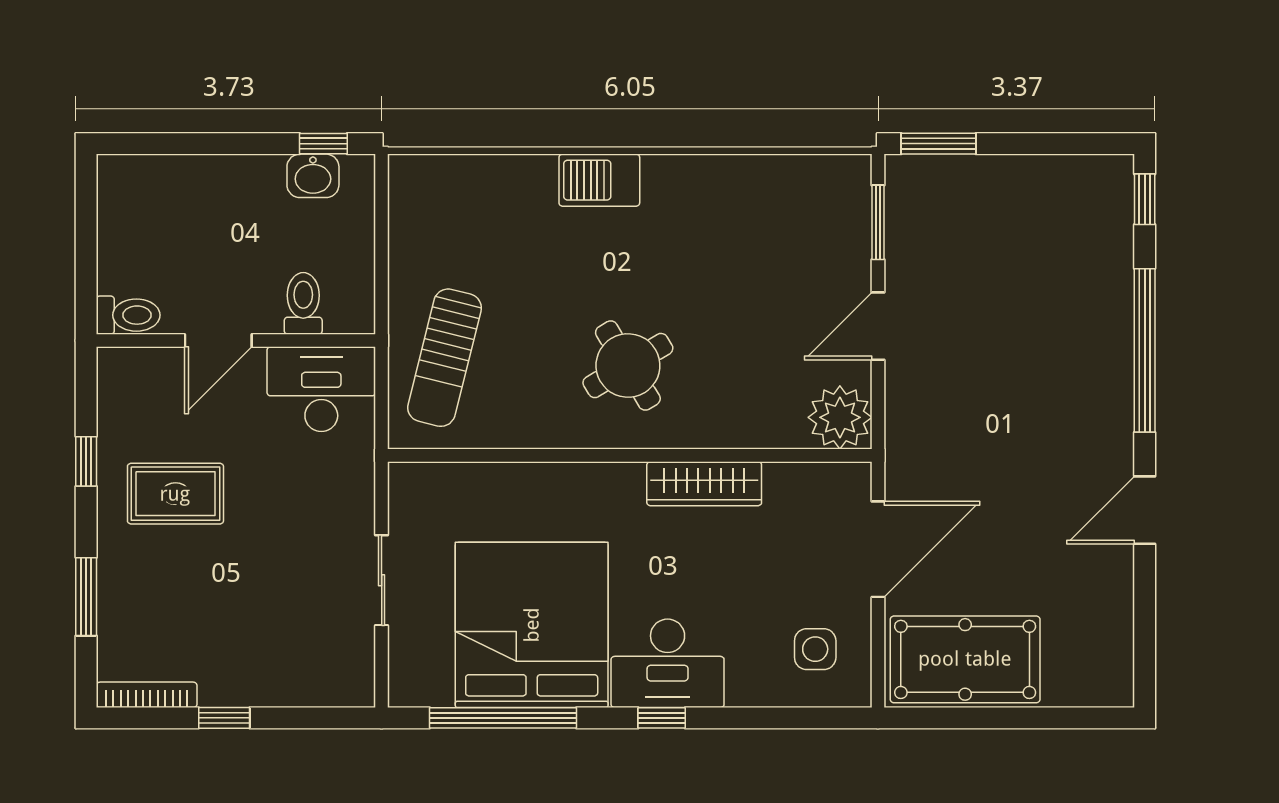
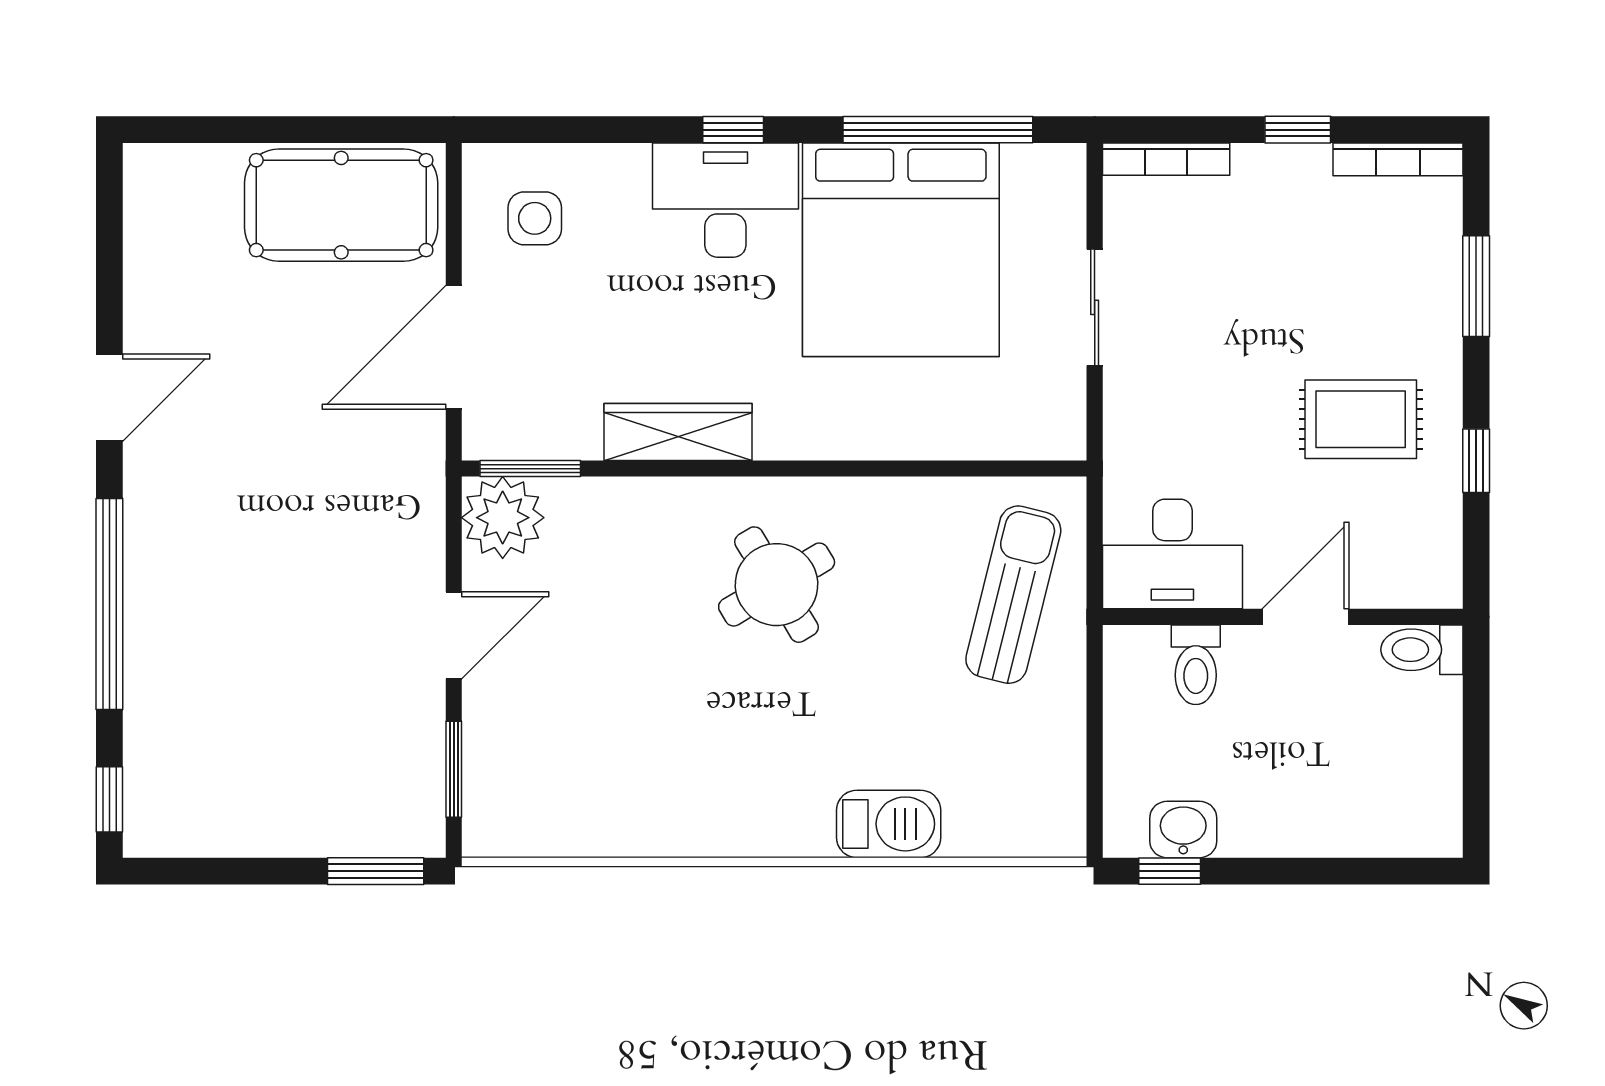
barbecue: (599, 180) -> (889, 824), moved
window: (819, 455) -> (530, 469), added
bookcase: (326, 695) -> (1166, 159), added

